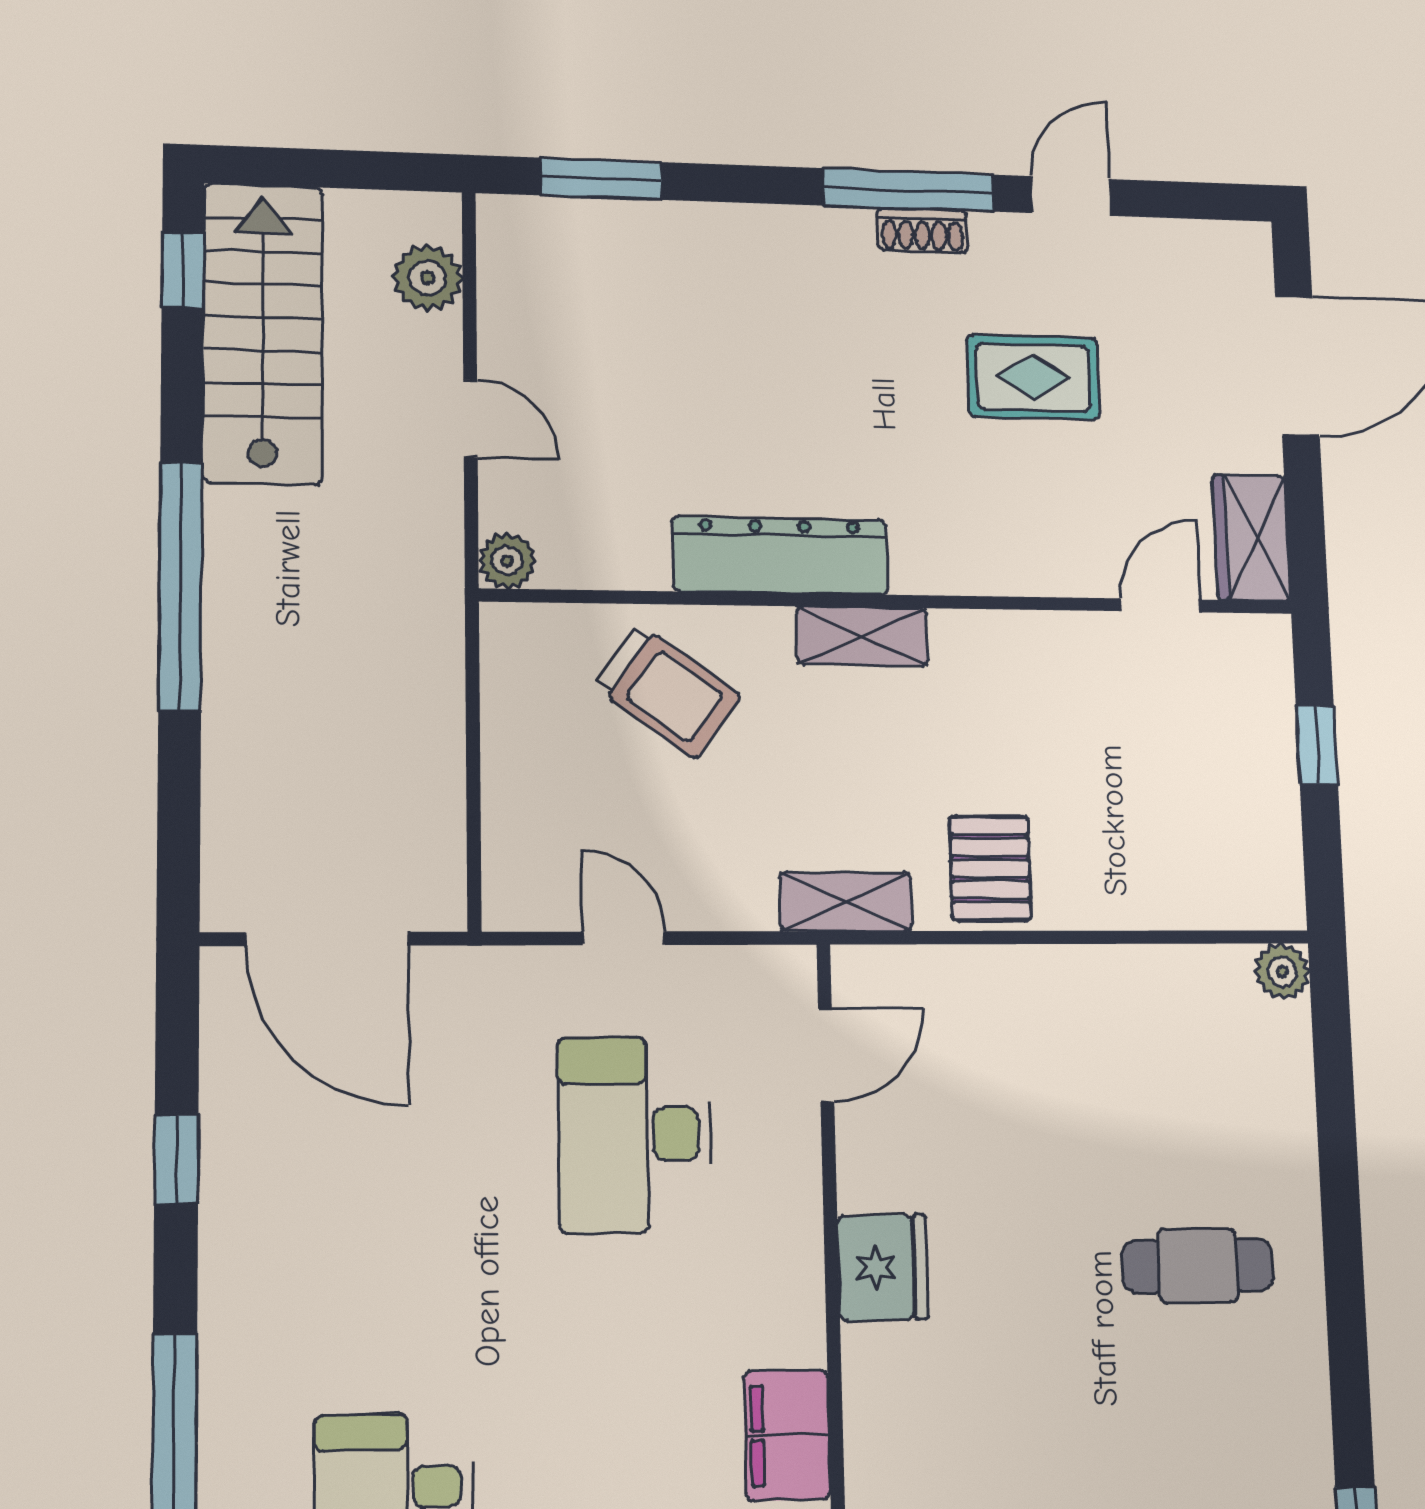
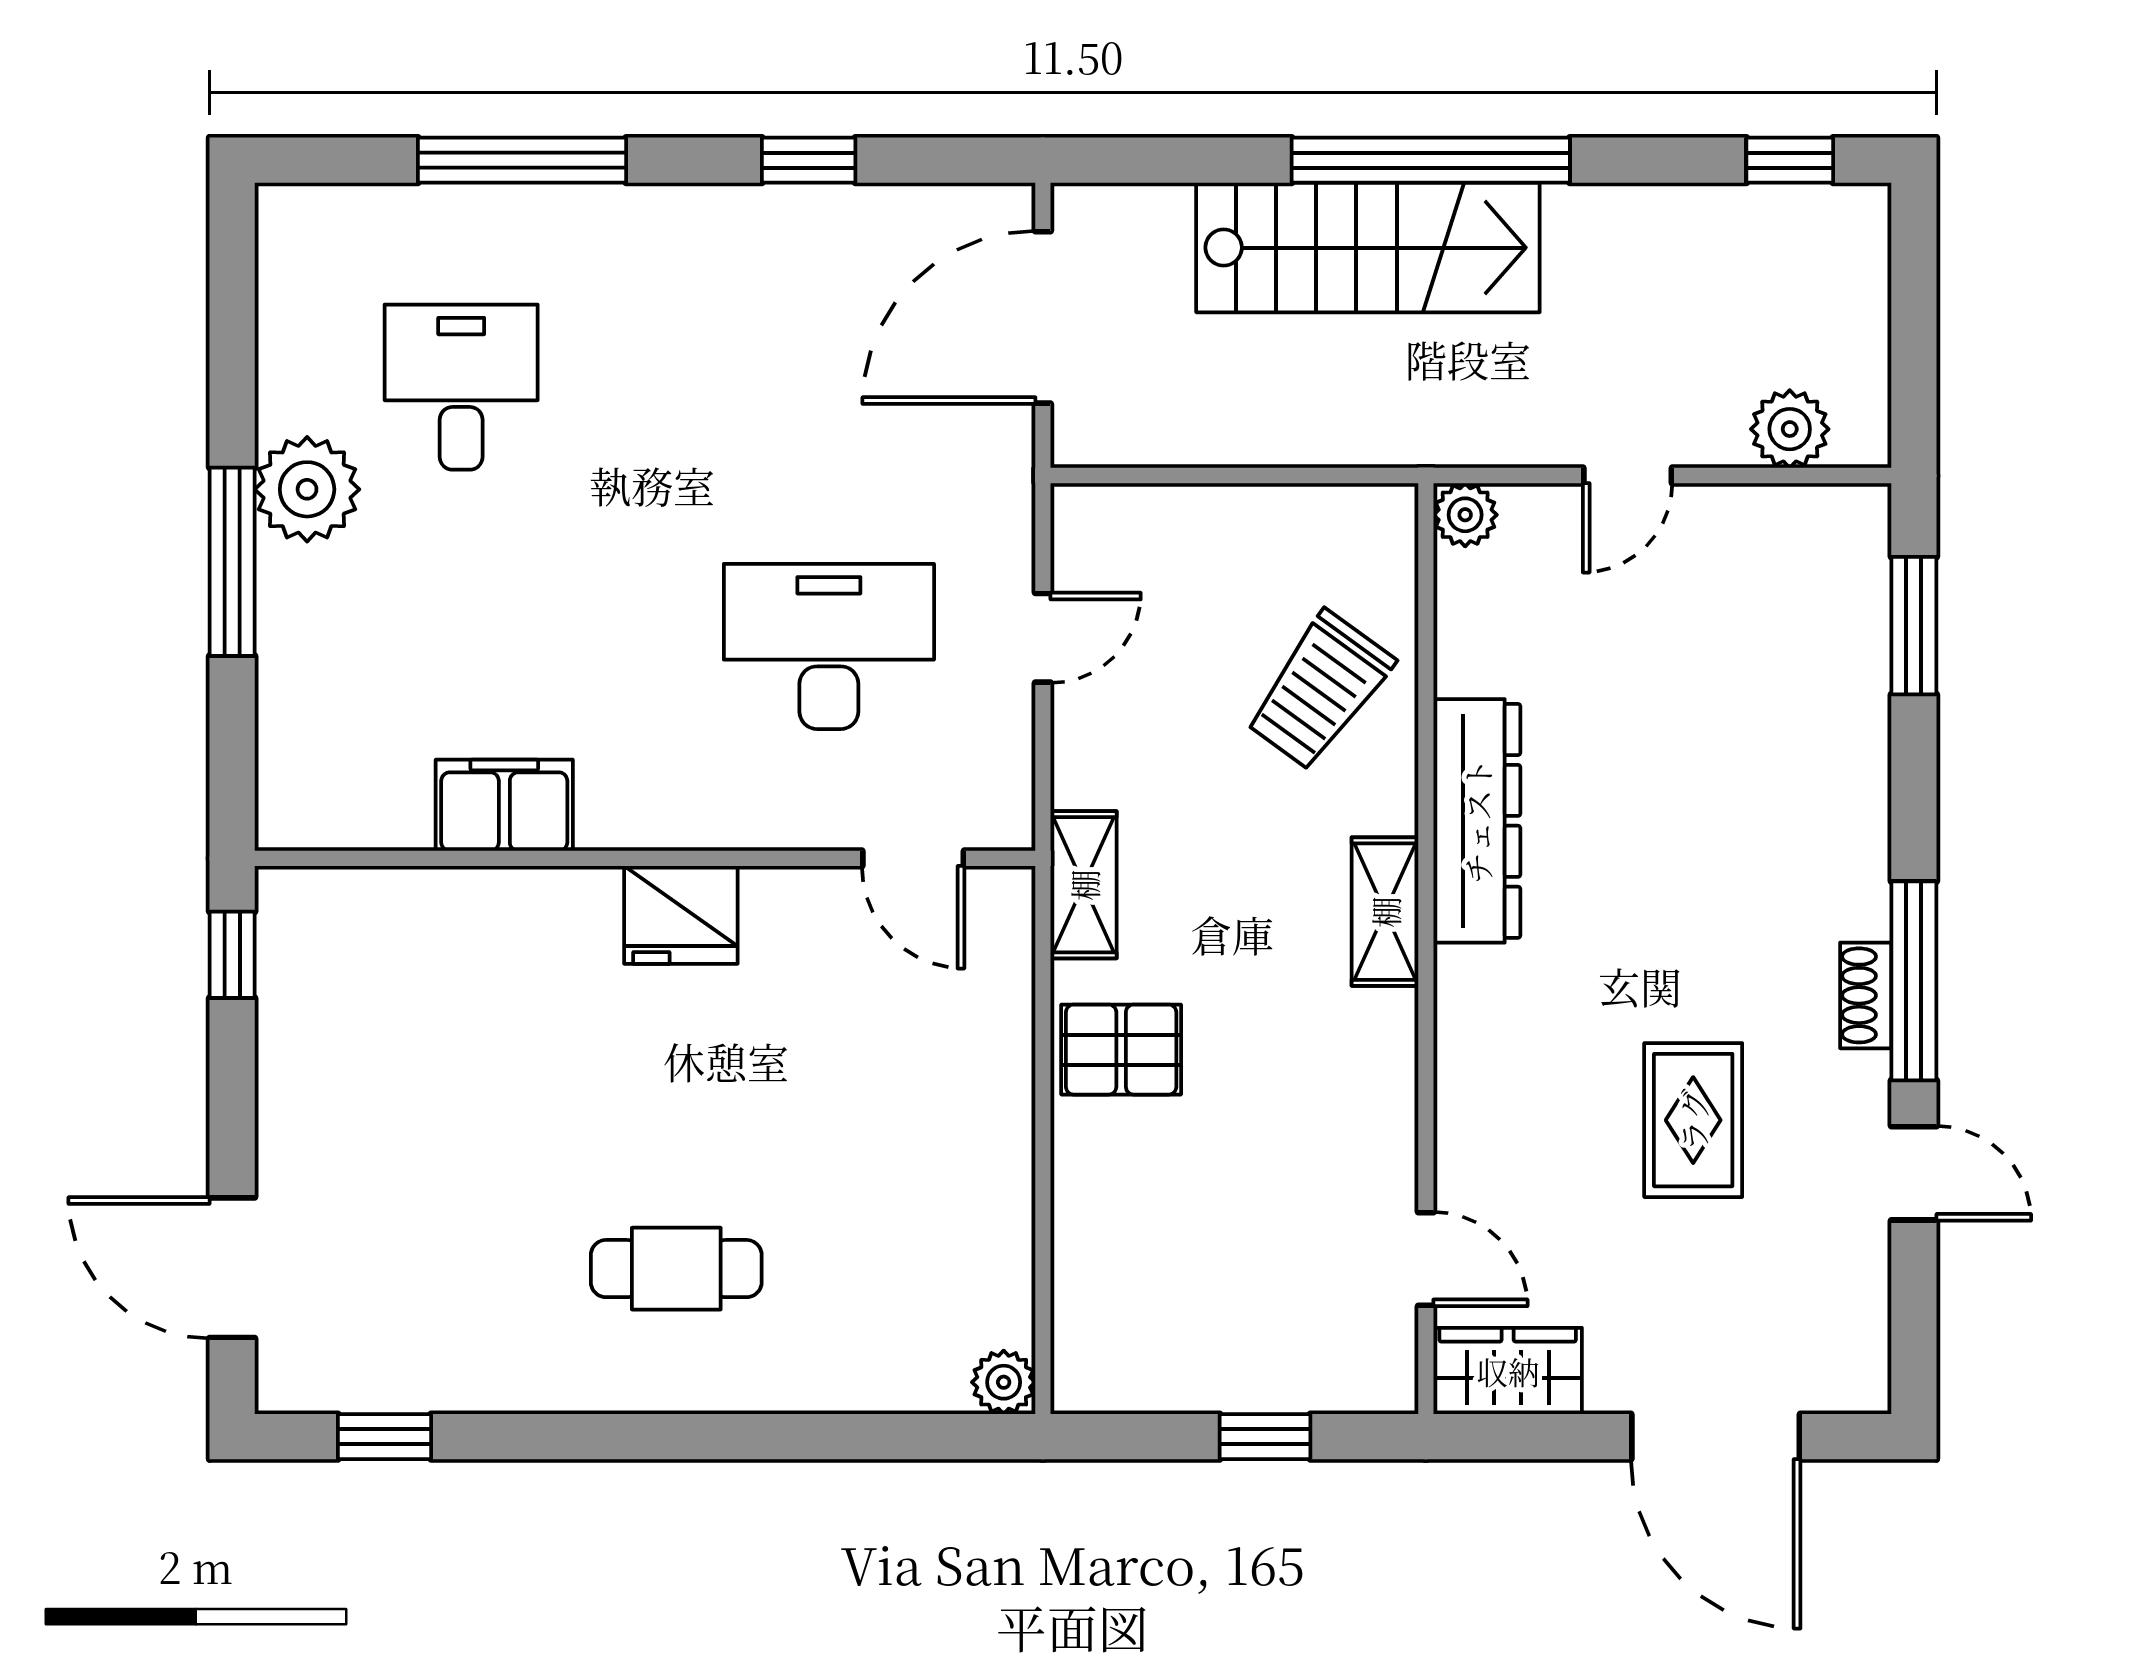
stairs: (263, 333) -> (1368, 248), moved
cafe table: (1198, 1266) -> (676, 1269), turned 90

